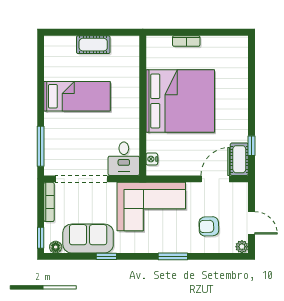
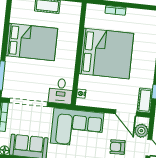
bed: (77, 96) -> (32, 42), width x1.50
door: (215, 179) -> (126, 113), swing flipped
plant: (239, 201) -> (141, 131), added

